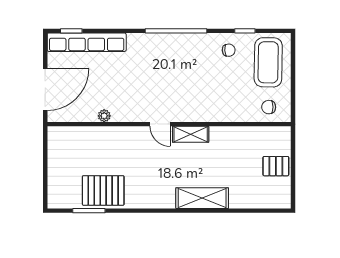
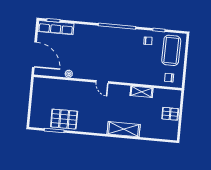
row of seats: (87, 42) -> (56, 28), width x0.73
door: (45, 90) -> (34, 55), hinge flipped
shelving: (191, 134) -> (142, 92), moved

